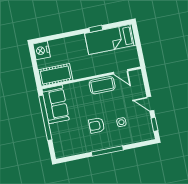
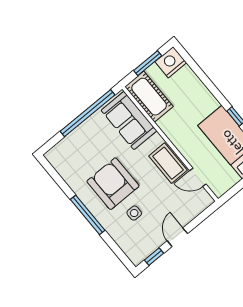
window: (35, 65) -> (148, 63), added
door: (121, 72) -> (198, 177), hinge flipped
sofa: (56, 104) -> (129, 121), moved, turned 90
armchair: (97, 125) -> (113, 184), width x1.88, depth x1.88

